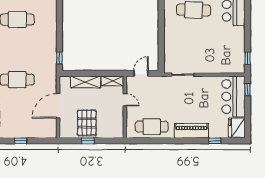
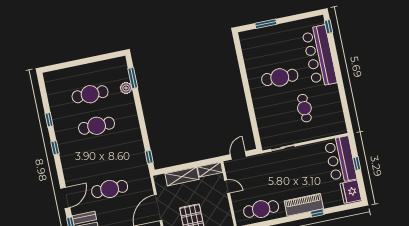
cafe table: (210, 43) -> (304, 108), added
window: (248, 58) -> (347, 116), removed
window: (248, 90) -> (357, 164), moved
window: (215, 141) -> (317, 213), moved

